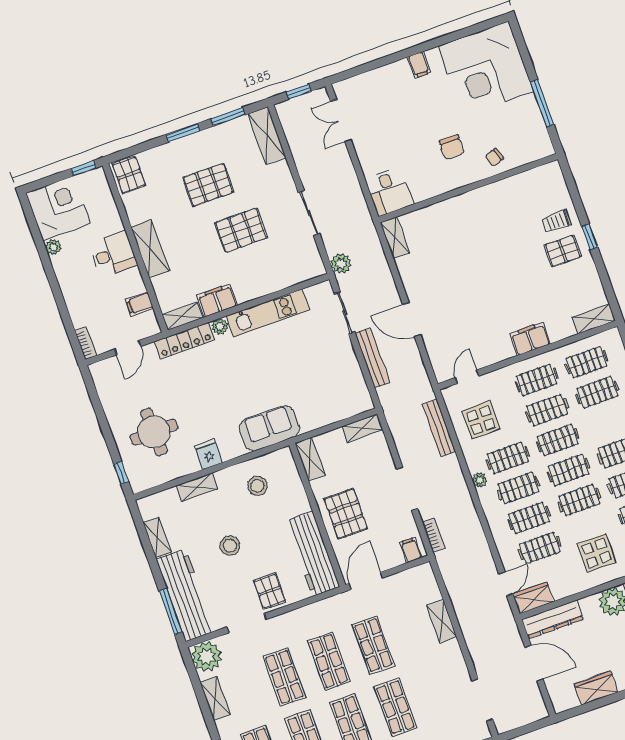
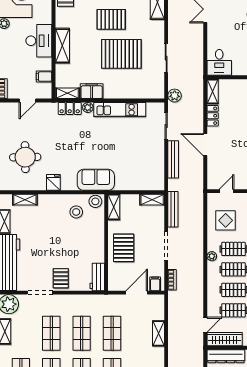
pallet: (241, 230) -> (121, 54), width x1.37, depth x1.41
desk: (113, 254) -> (39, 41), width x1.37
locker: (407, 273) -> (213, 116), added
locker: (184, 341) -> (70, 108), width x0.66
bench: (439, 428) -> (173, 209), moved
shelving: (197, 487) -> (25, 200), moved
stool: (230, 546) -> (95, 201), moved
workbench: (313, 554) -> (97, 277), width x0.53, depth x0.76
door: (366, 581) -> (137, 293), moved
wardrobe: (533, 598) -> (225, 339), width x1.50

